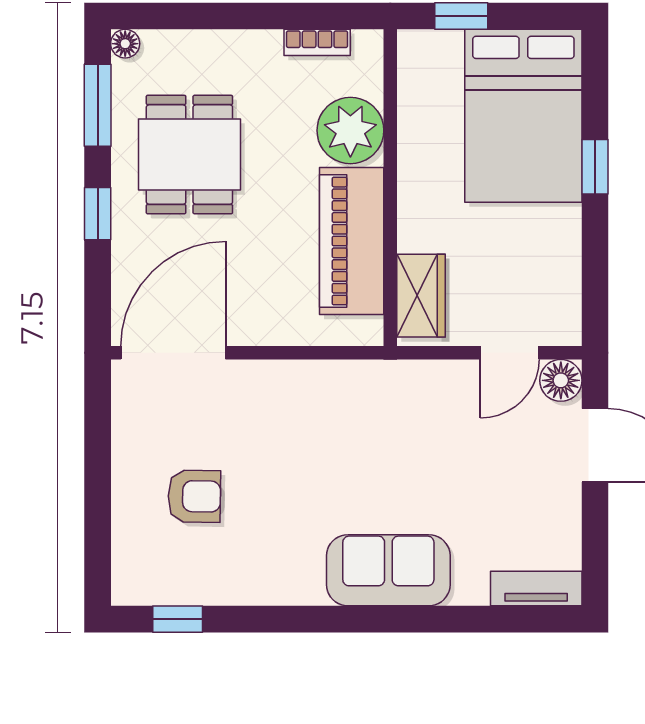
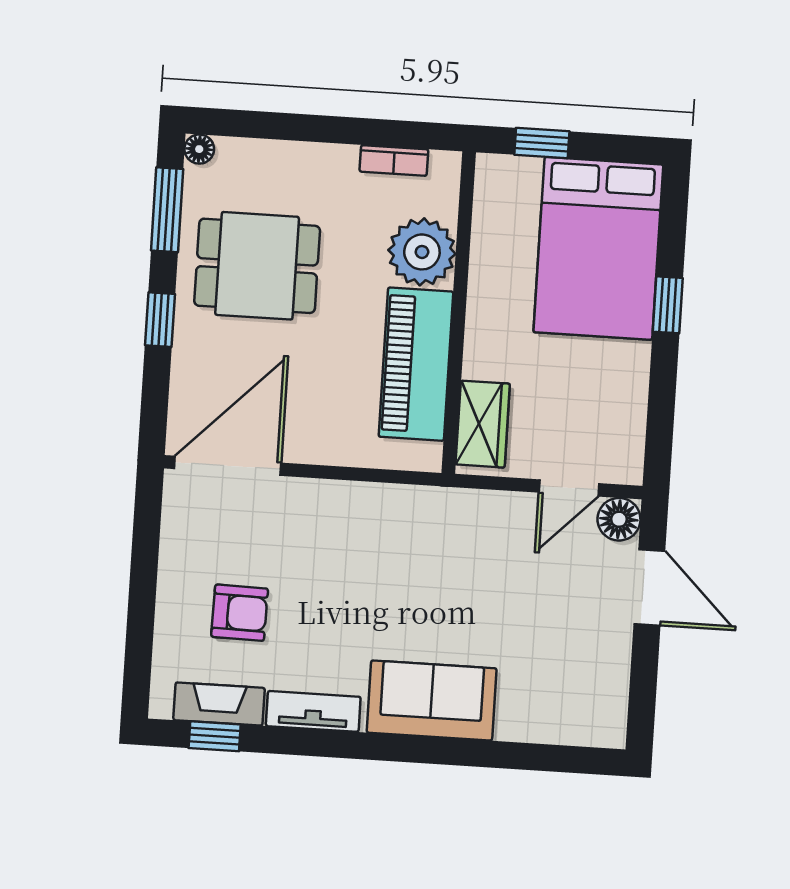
dining table: (189, 155) -> (257, 266), turned 90
fireplace: (180, 587) -> (219, 704), added
tv unit: (536, 588) -> (313, 711), moved

